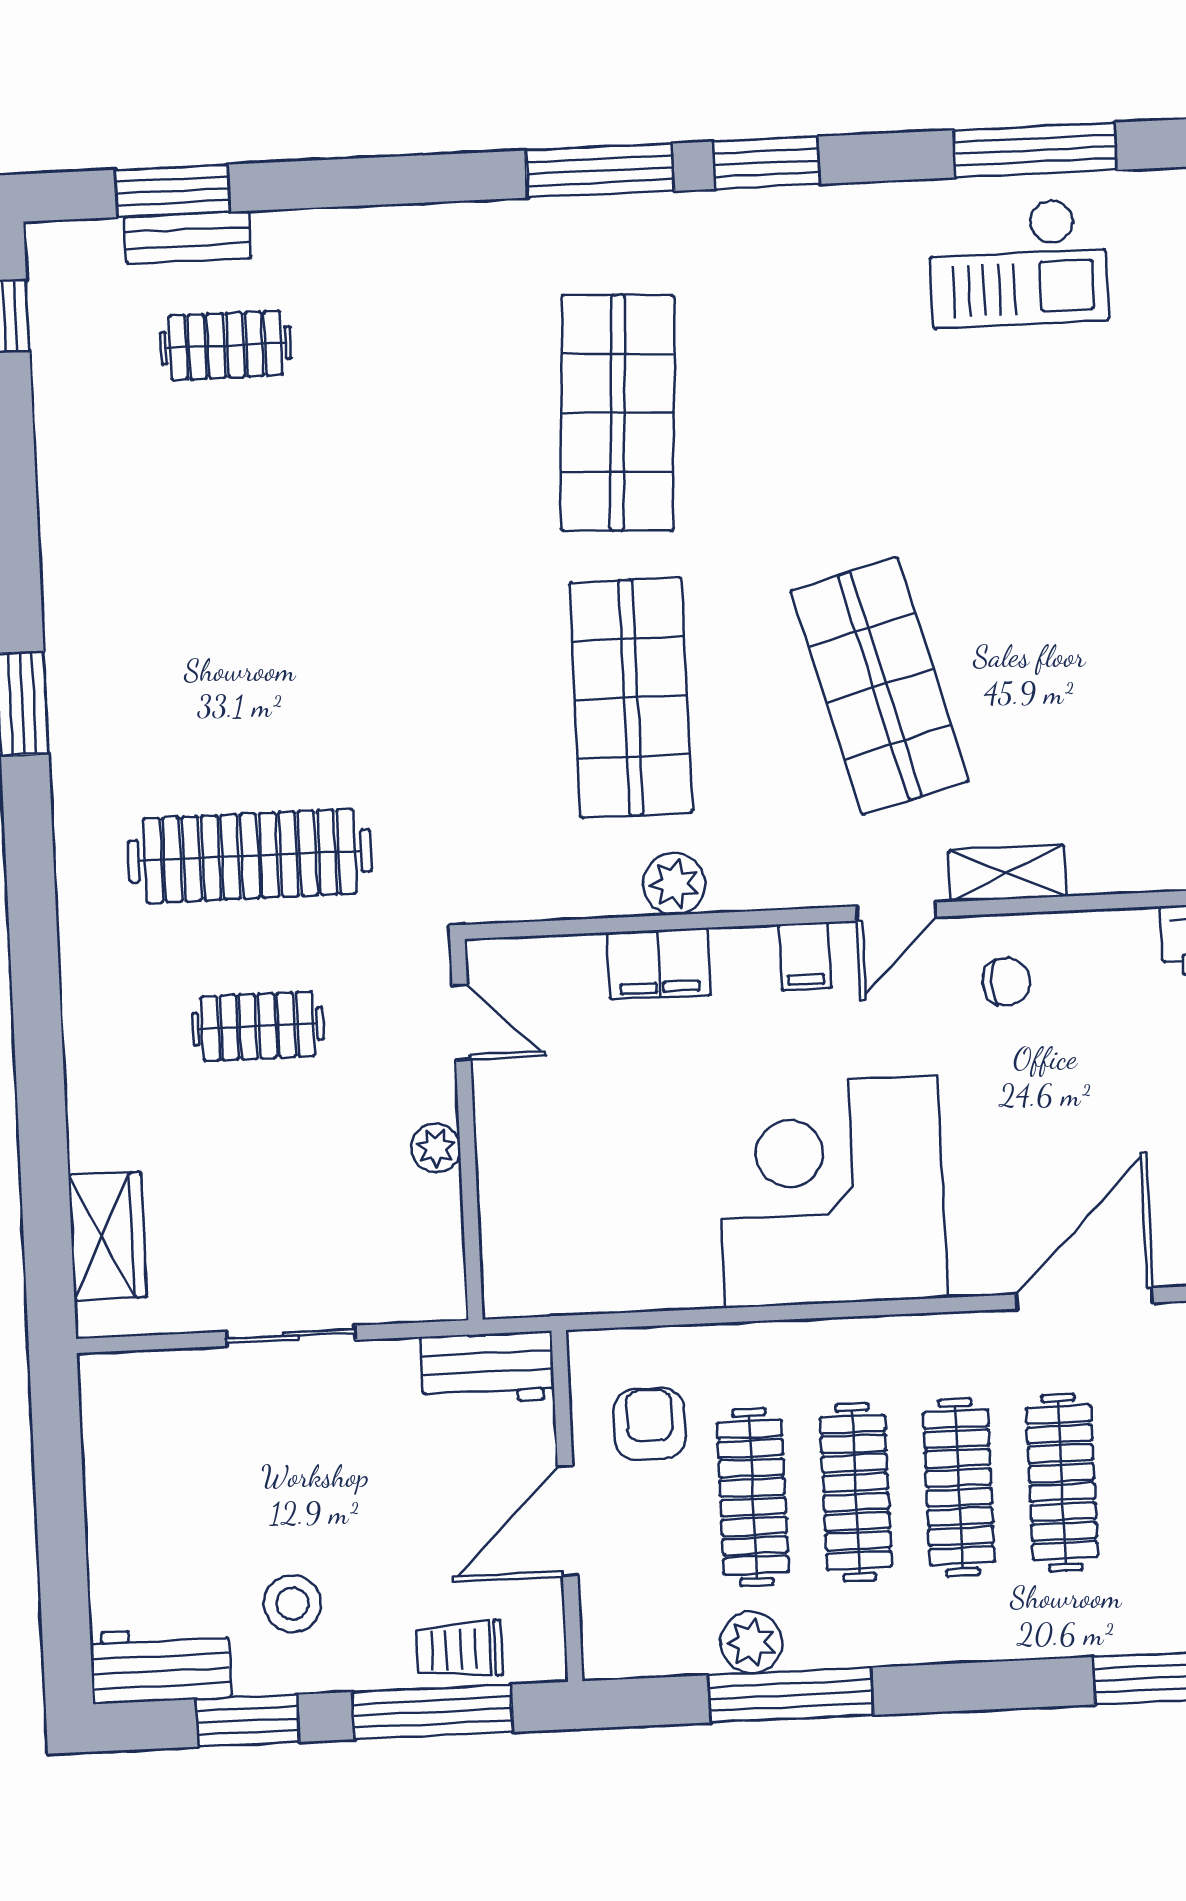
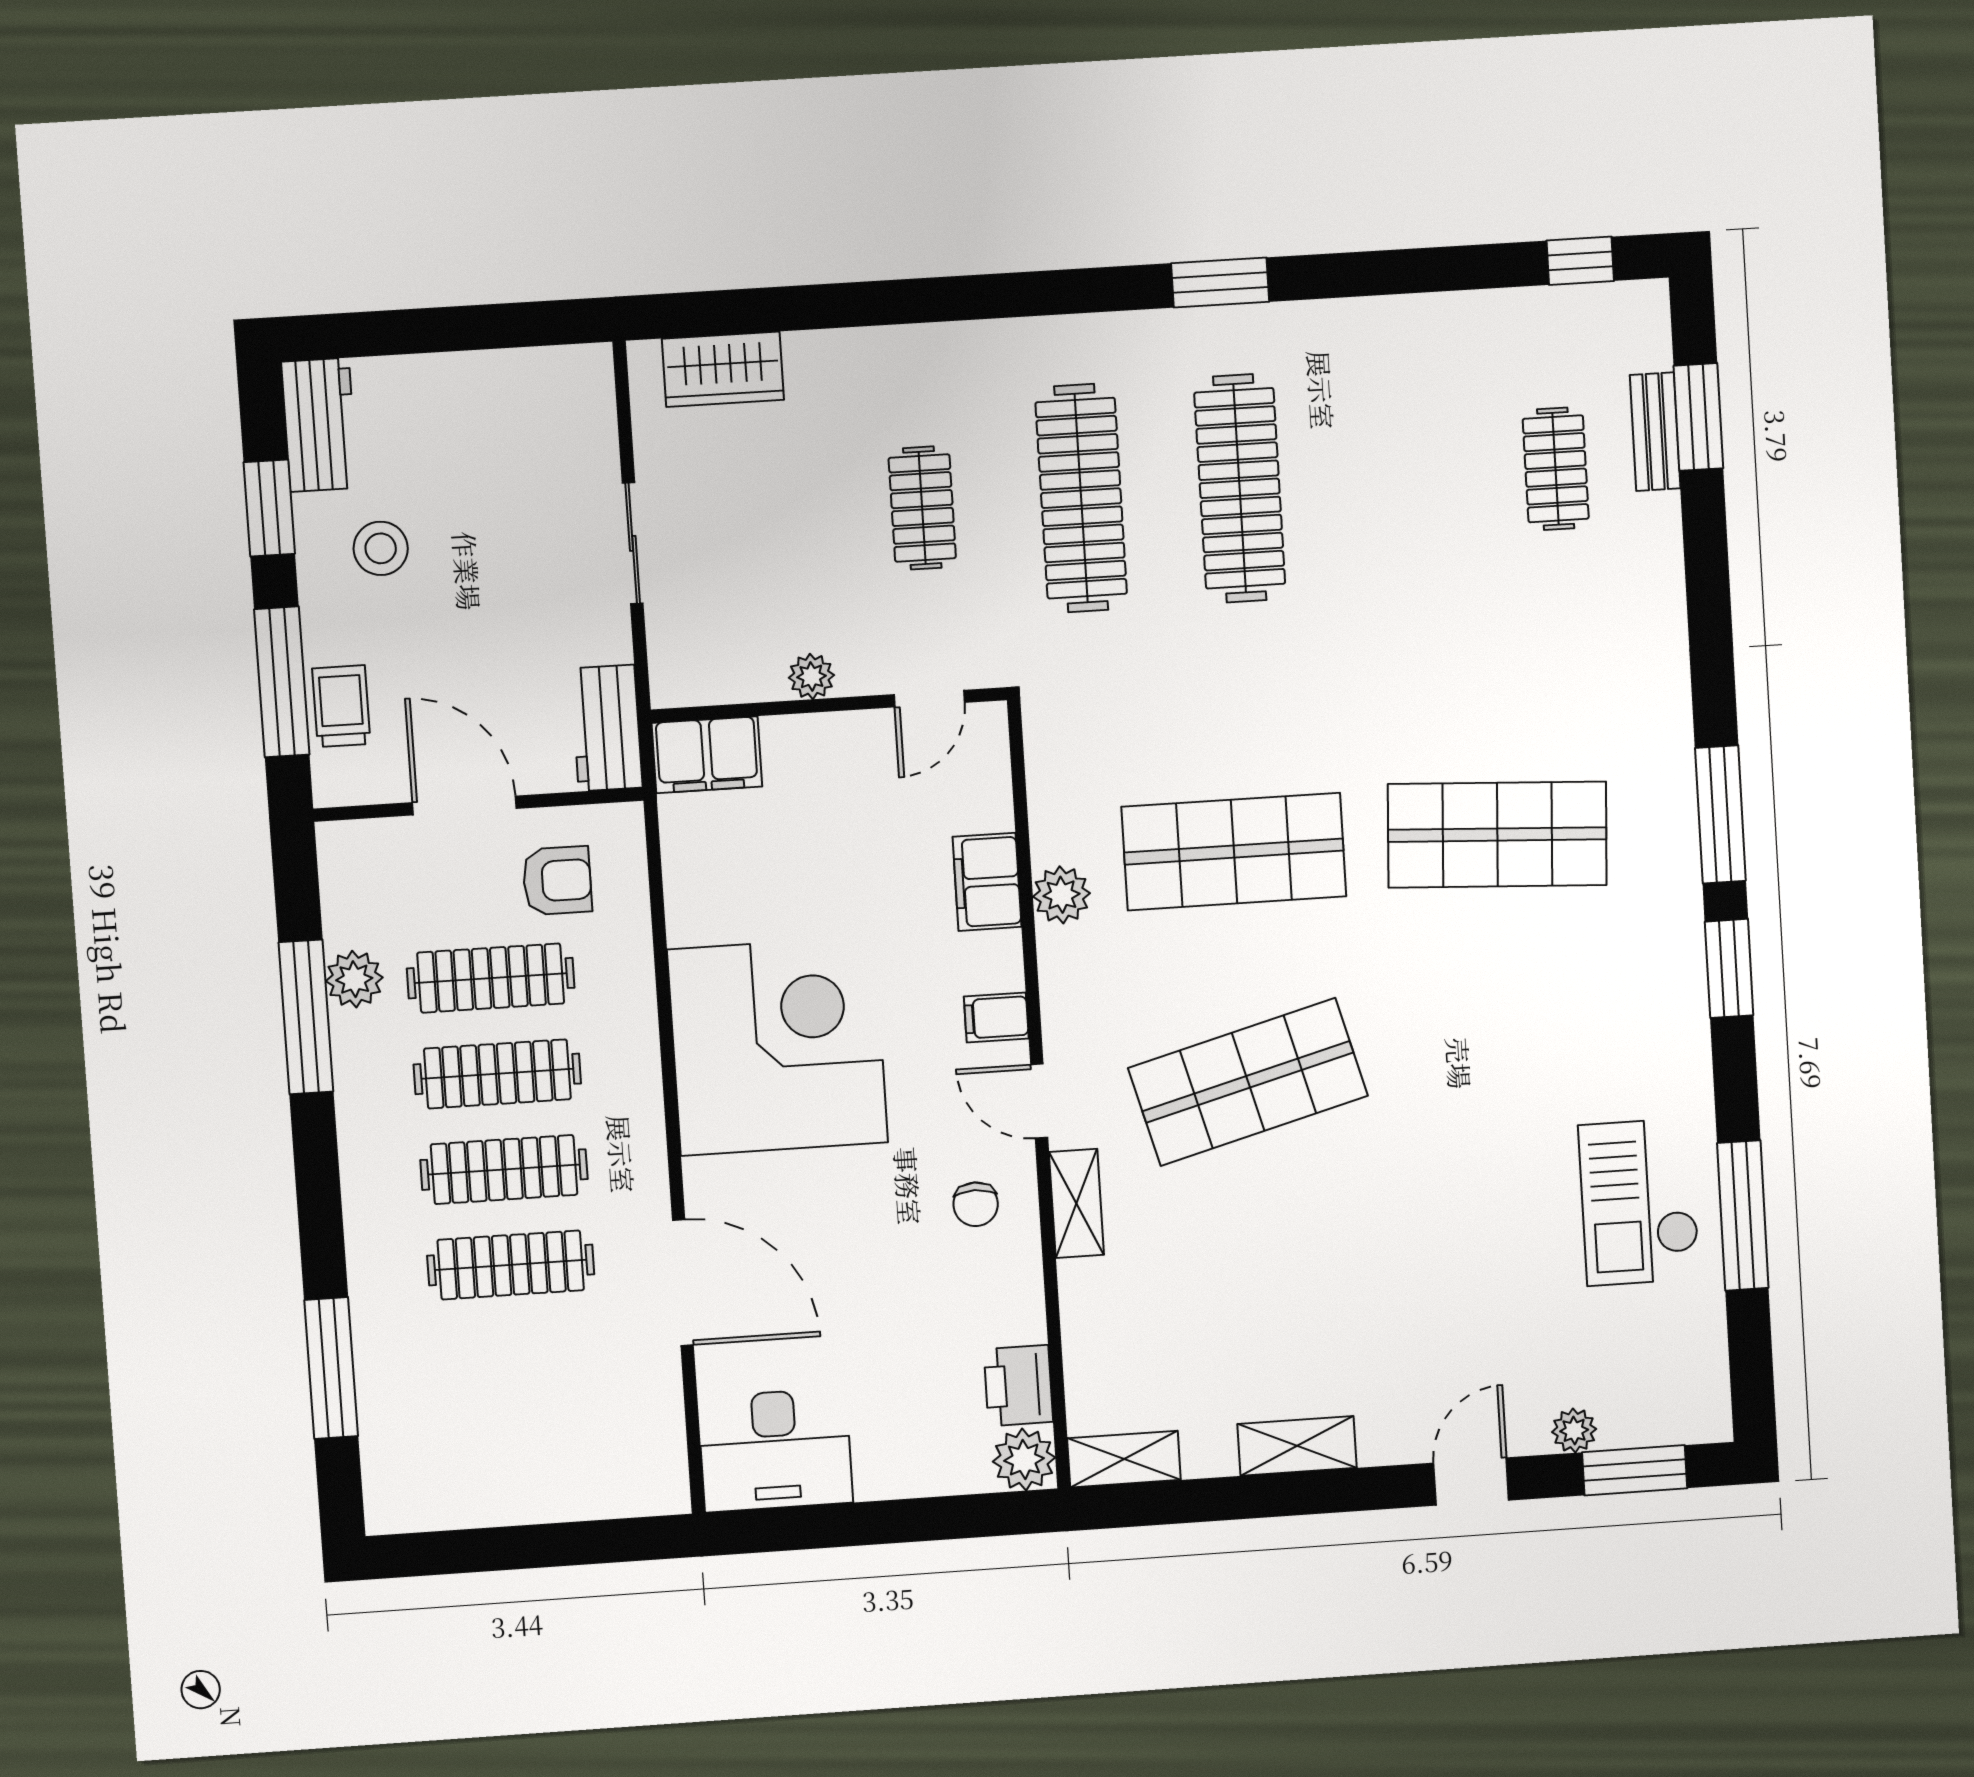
clothes rail: (242, 686) -> (1240, 488), added
filing cabinet: (518, 1261) -> (707, 755), added

